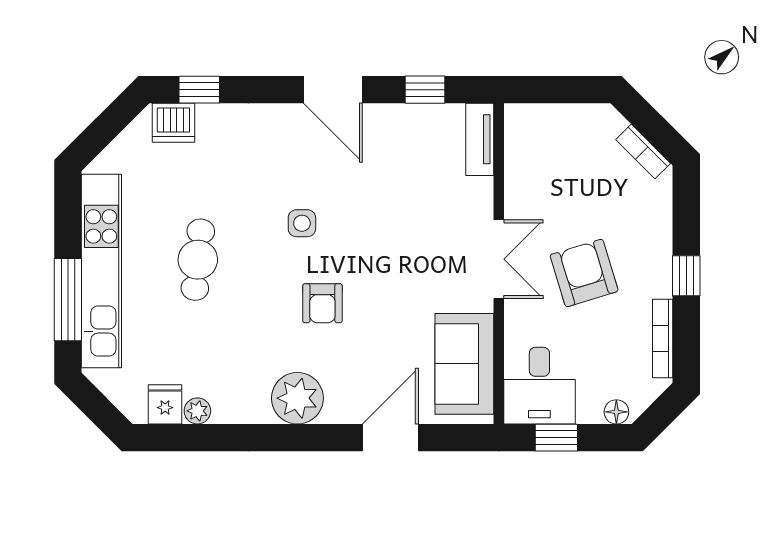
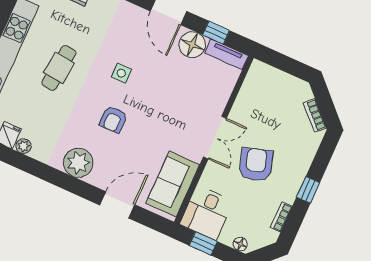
floor lamp: (395, 126) -> (192, 45), added
tv unit: (480, 139) -> (227, 54), moved, turned -90
bookcase: (663, 339) -> (281, 217), width x0.64

